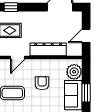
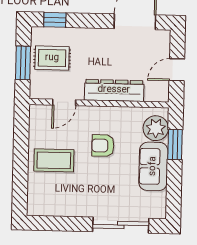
armchair: (42, 83) -> (103, 146), turned -90
window: (86, 93) -> (175, 145), moved

